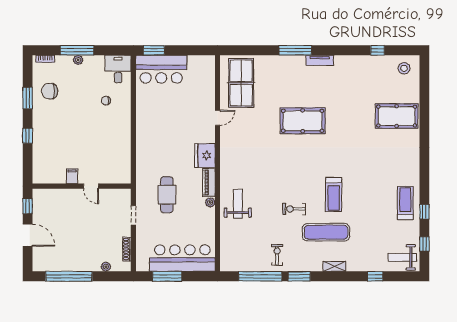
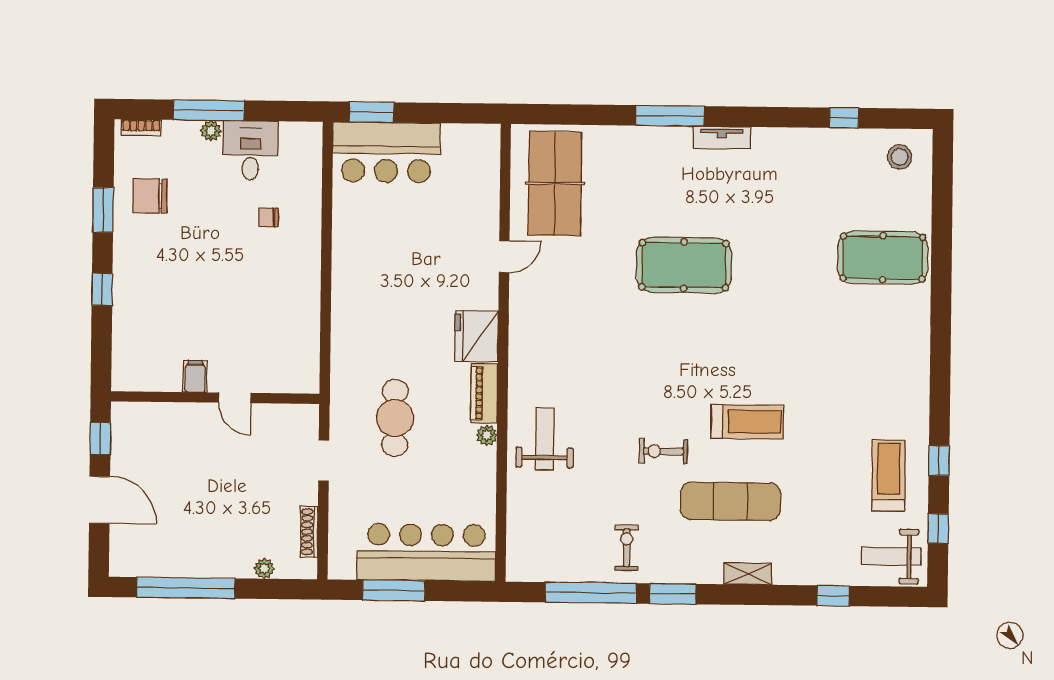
desk: (118, 69) -> (250, 150), moved
treadmill: (334, 195) -> (747, 422), turned -90
treadmill: (405, 203) -> (889, 476), moved

